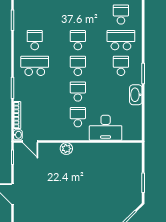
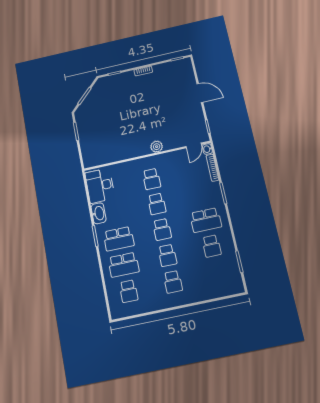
school desk: (78, 14) -> (173, 282), added
school desk: (121, 66) -> (119, 239), width x1.85
desk: (106, 128) -> (100, 186), moved, turned -90
door: (30, 141) -> (194, 145), swing flipped

